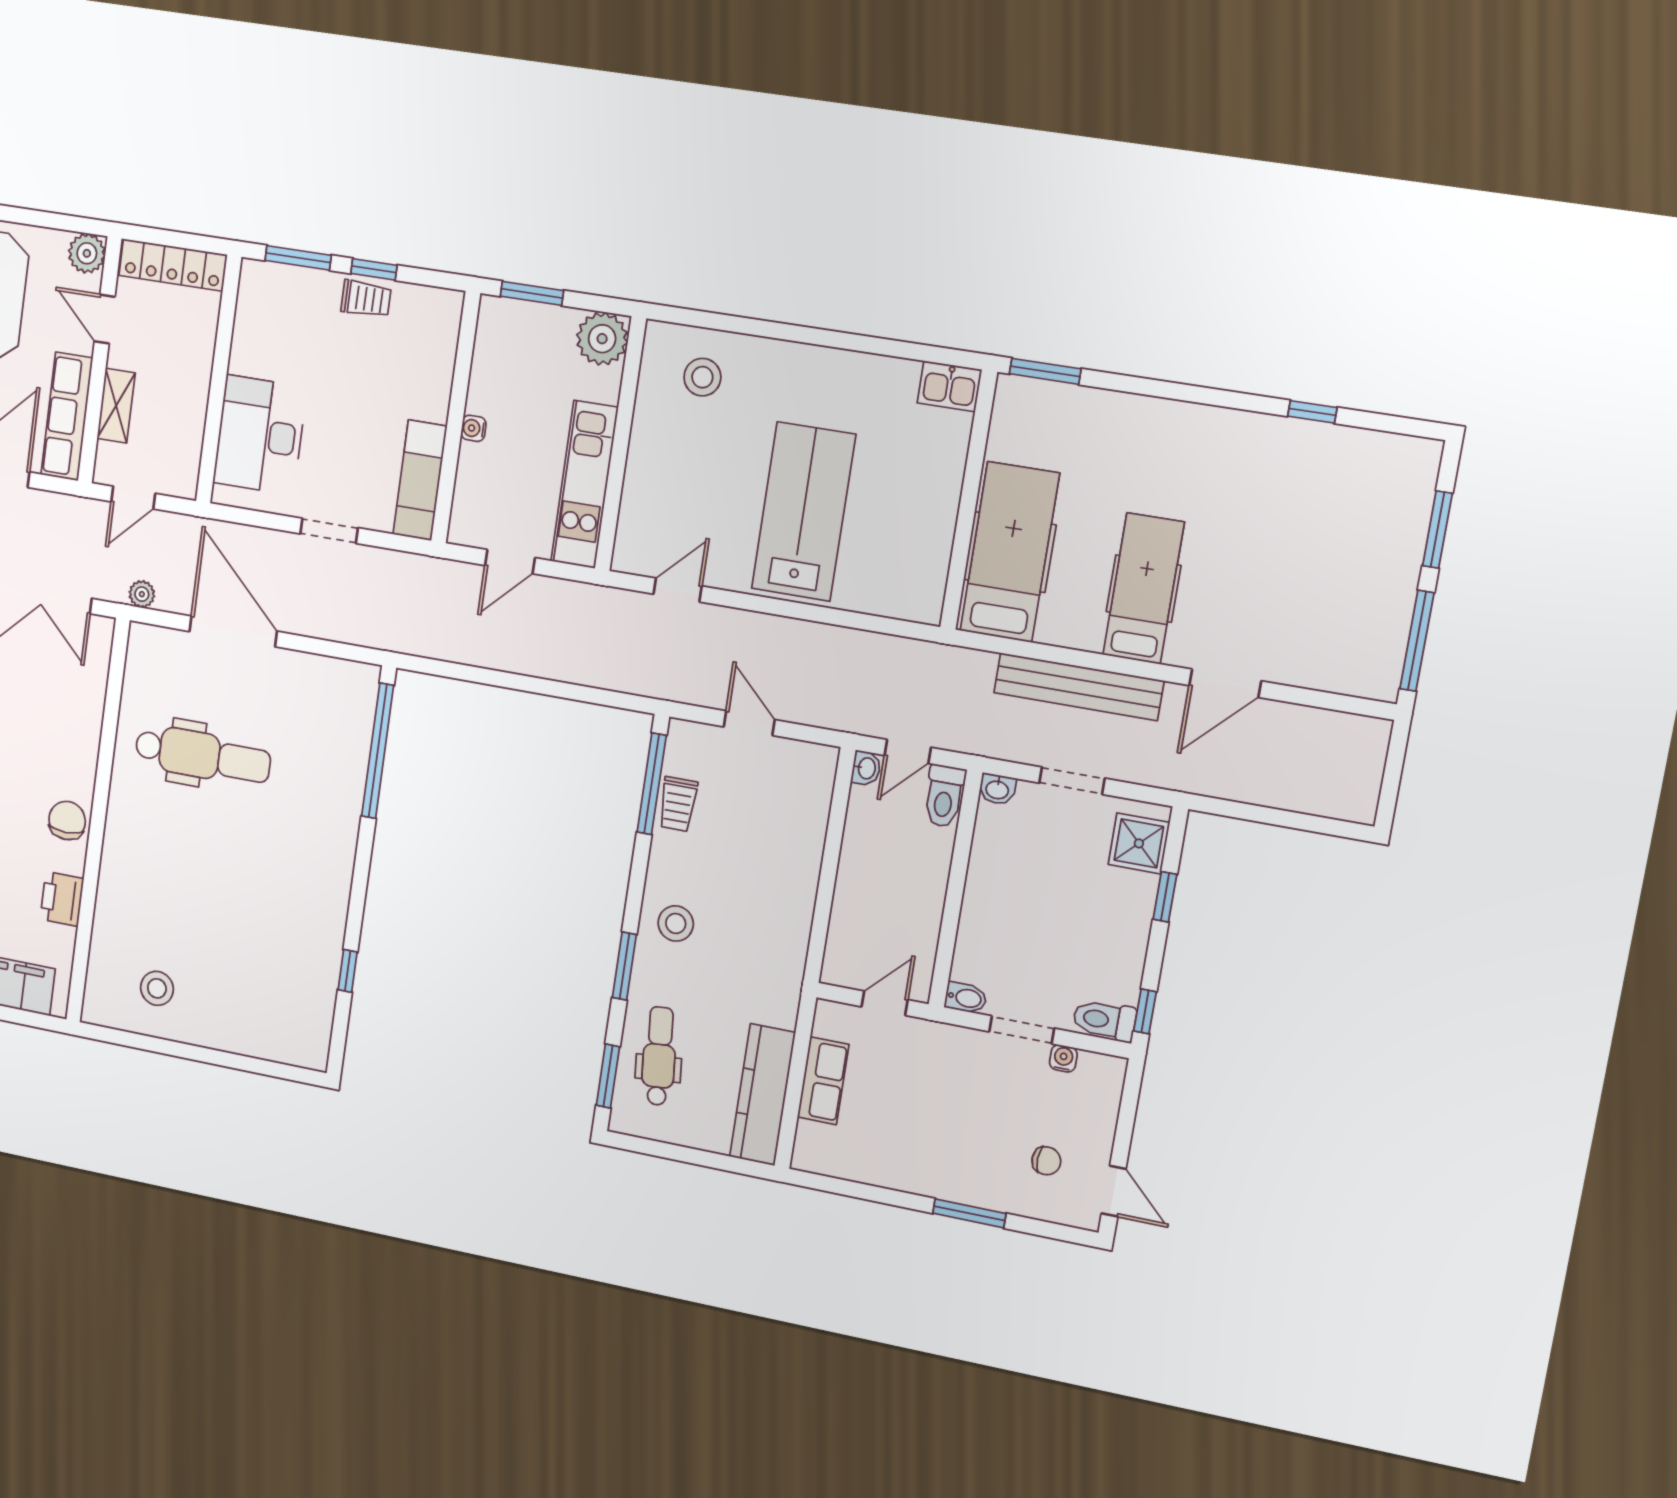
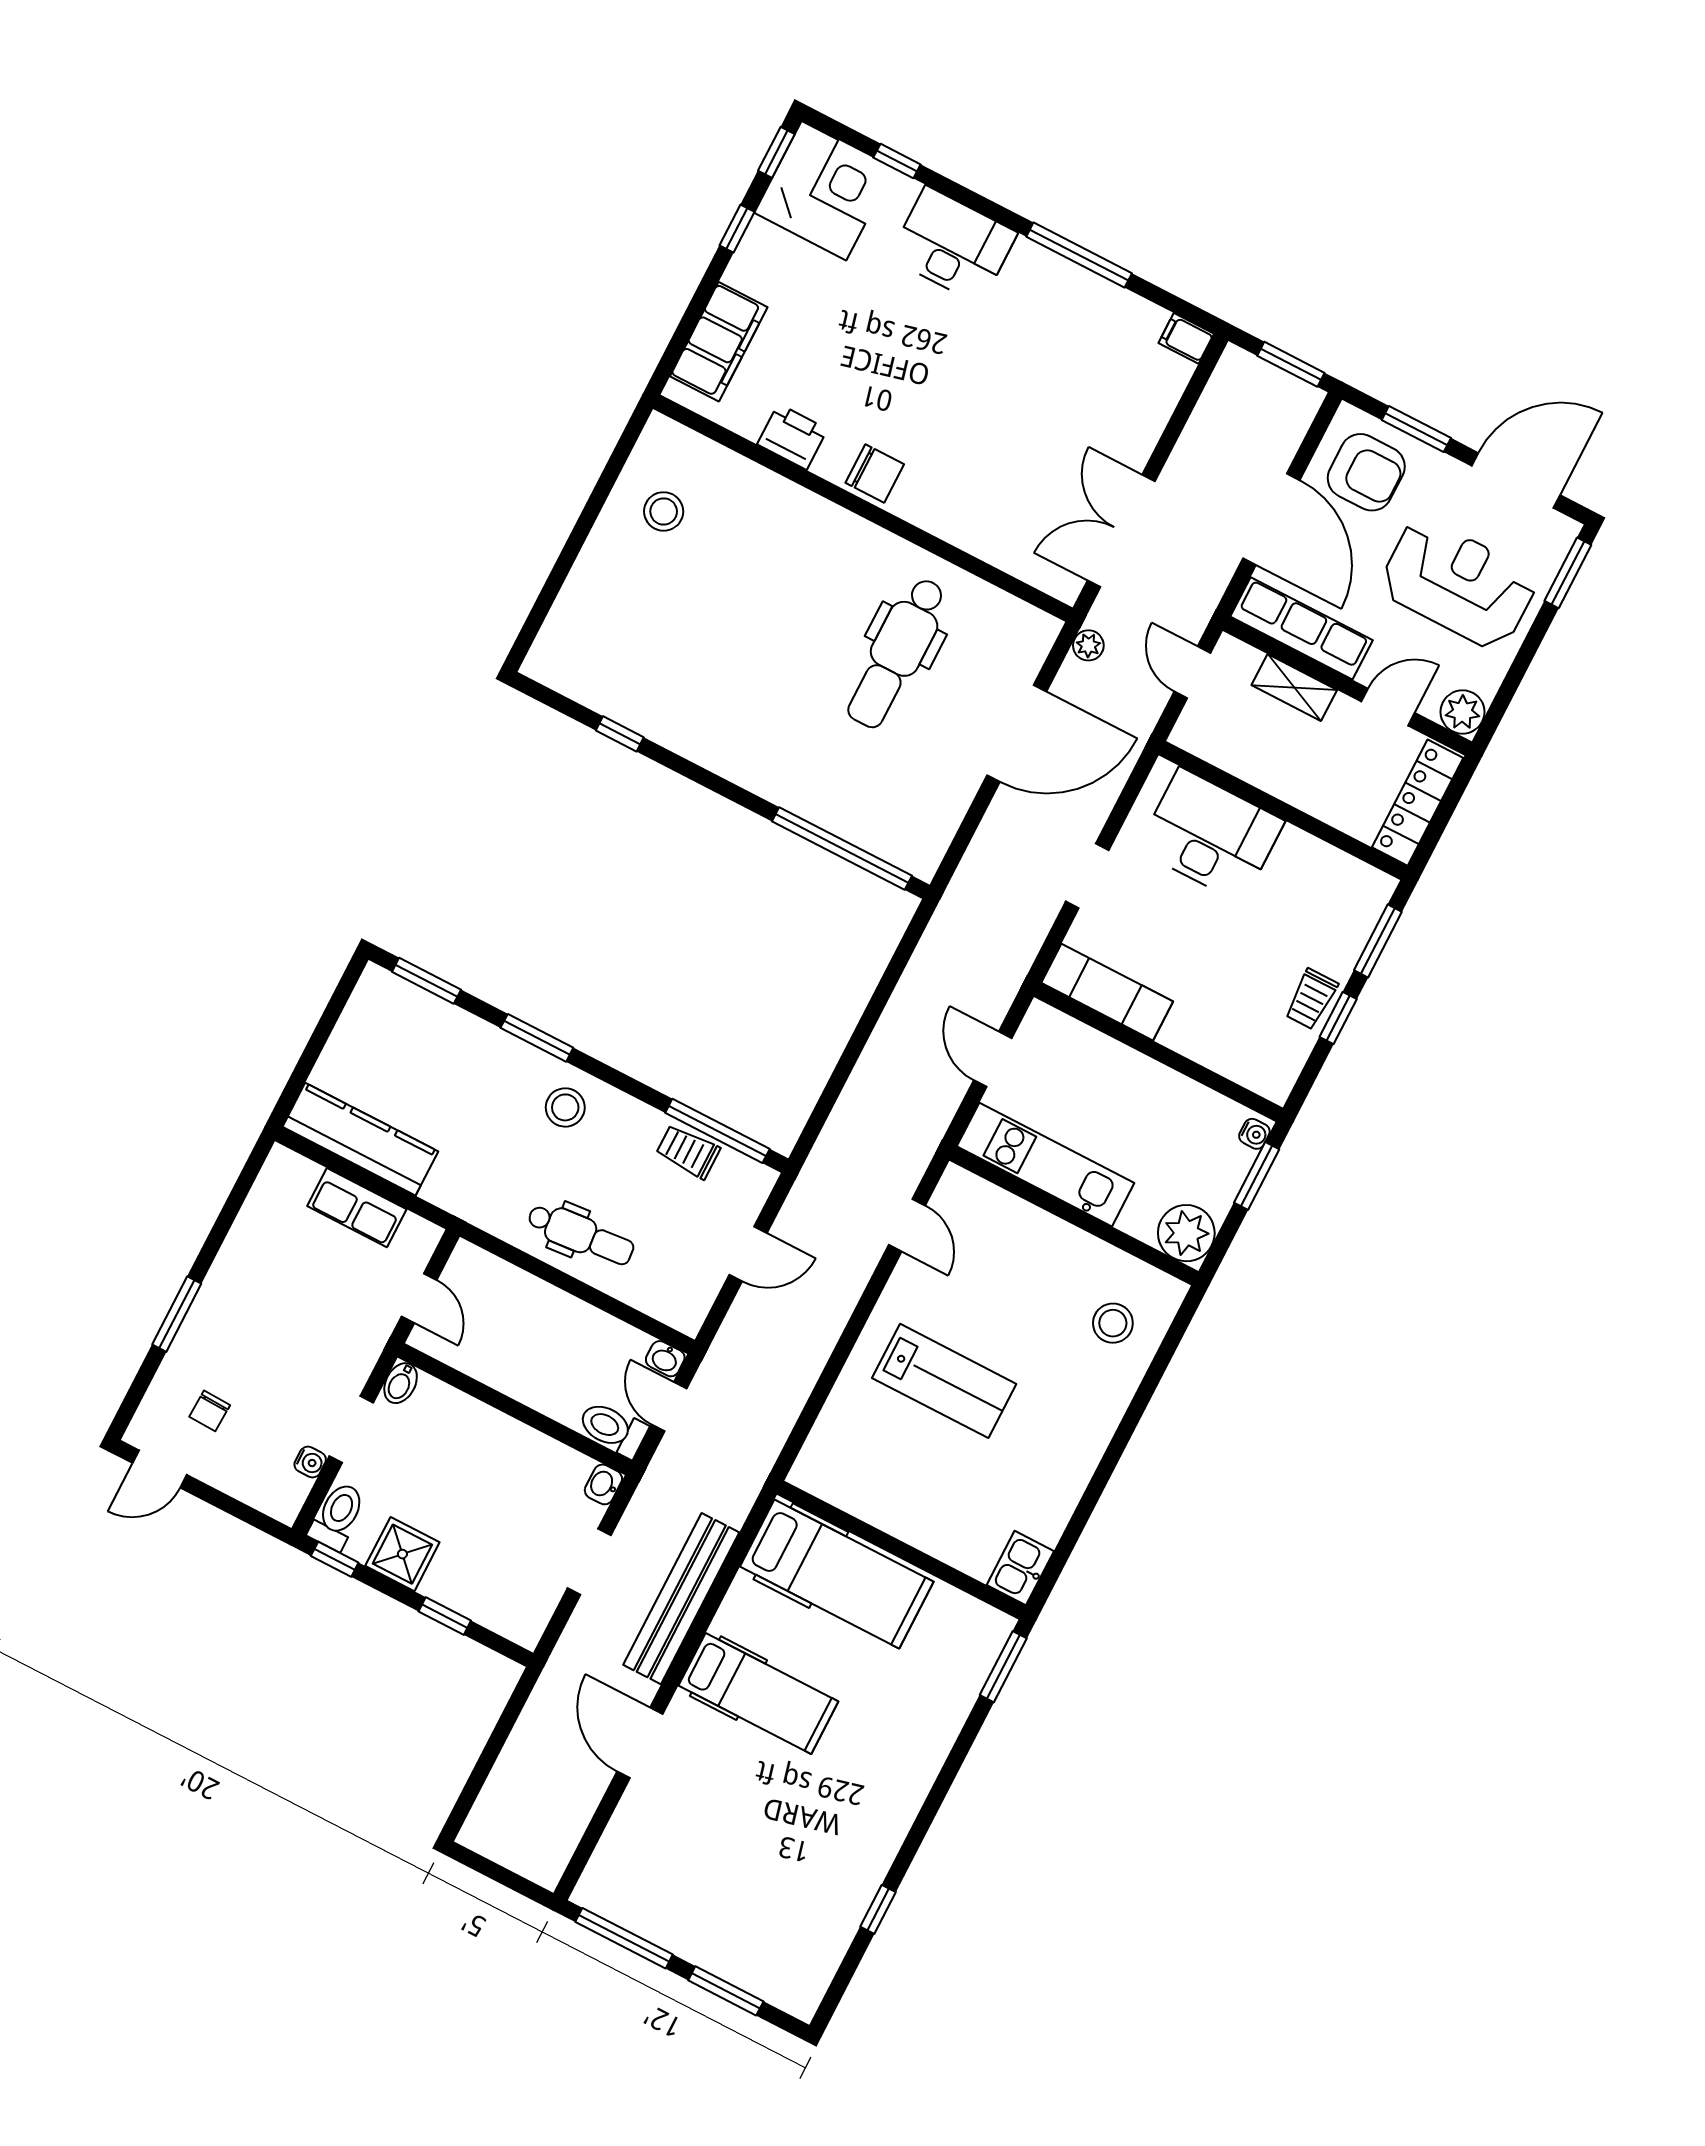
water cooler: (473, 428) -> (1254, 1134), moved, turned 90
lab bench: (804, 512) -> (944, 1381), width x0.73, depth x0.72
shower: (1139, 843) -> (402, 1554), moved
dental chair: (659, 1056) -> (581, 1234), moved

